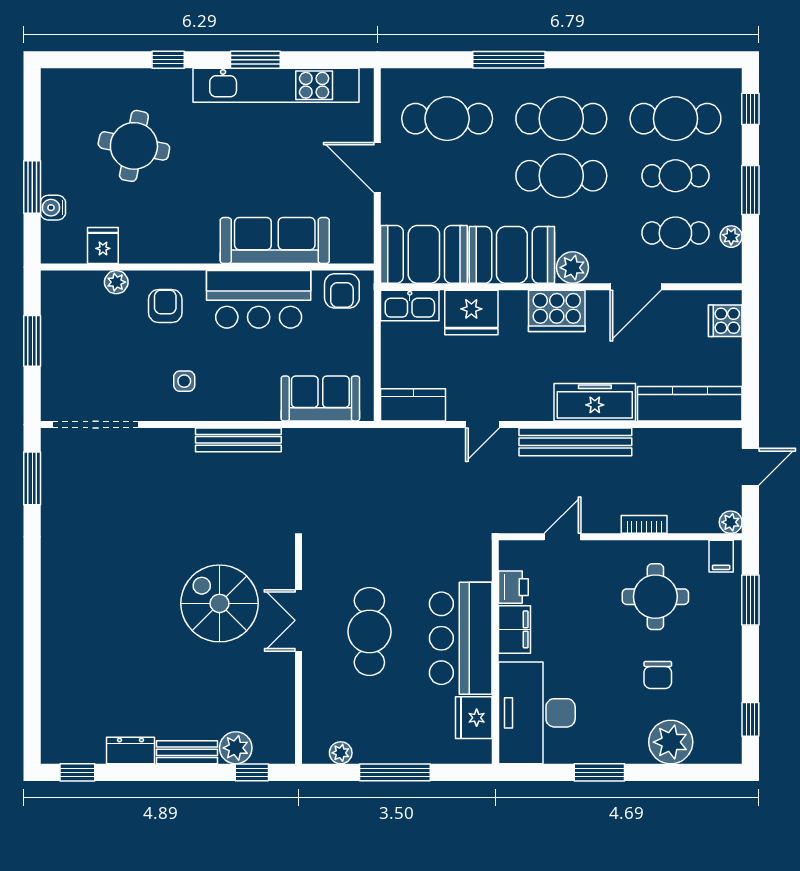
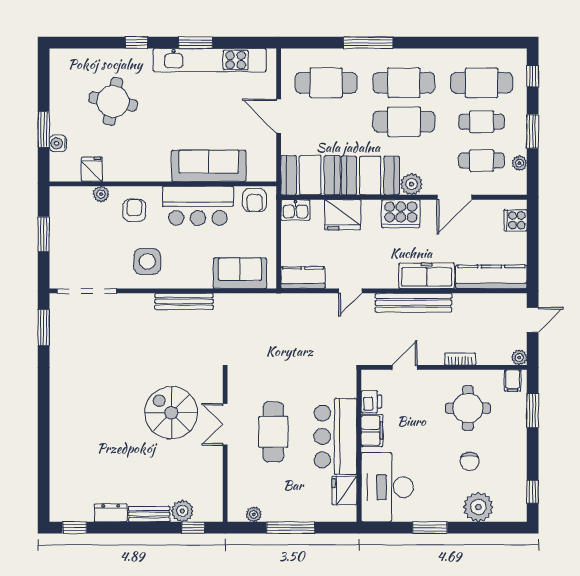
kitchen sink: (410, 306) -> (295, 210), width x0.73
side table: (184, 381) -> (147, 261), width x1.87, depth x1.87

